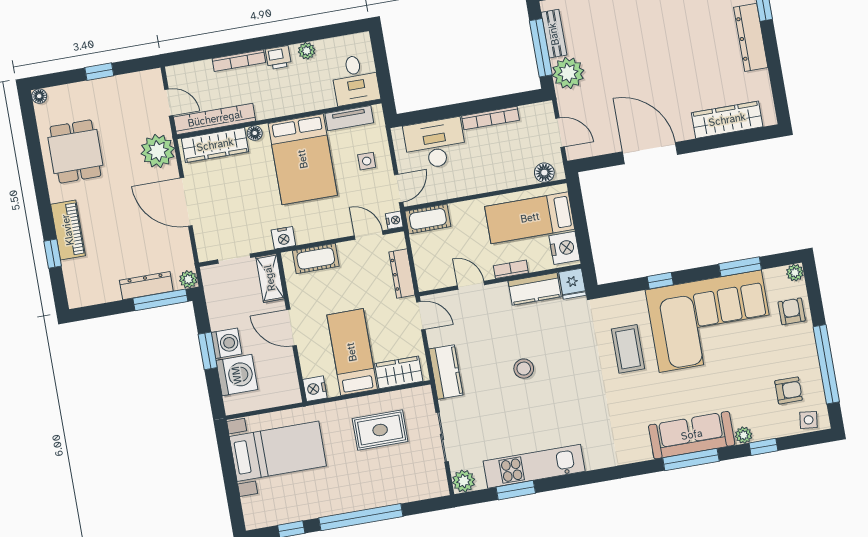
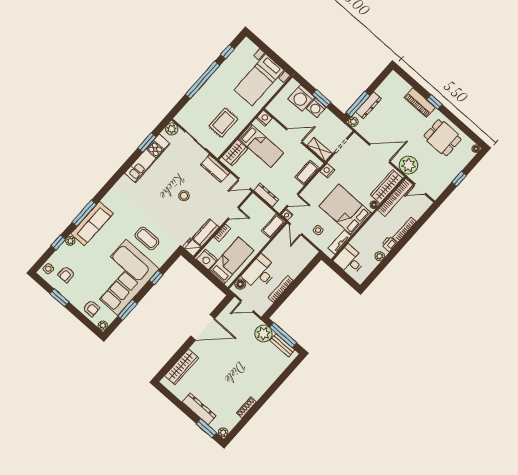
desk: (435, 144) -> (260, 273), moved, turned 180
window: (53, 254) -> (434, 102), moved
window: (826, 364) -> (59, 298), width x0.47

